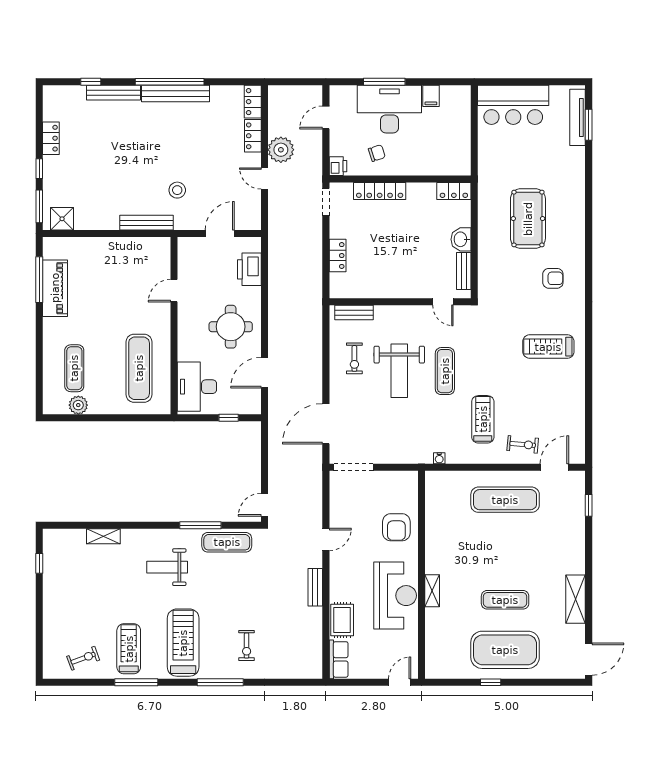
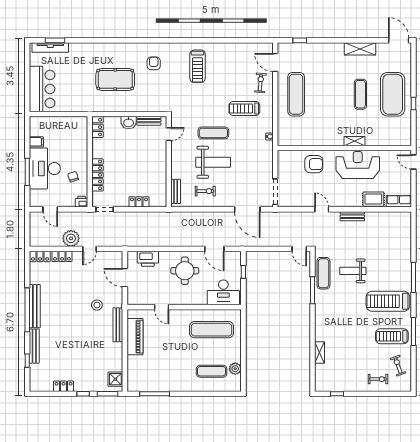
piano: (55, 288) -> (135, 337), moved, turned 90
weight bench: (167, 567) -> (353, 271), moved, turned 90
exercise bike: (247, 646) -> (378, 379), moved

